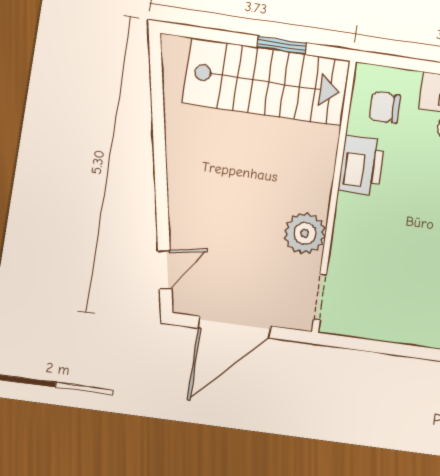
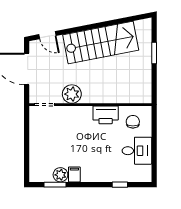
window: (282, 45) -> (154, 53), moved
stairs: (266, 82) -> (101, 43), moved, turned -101

